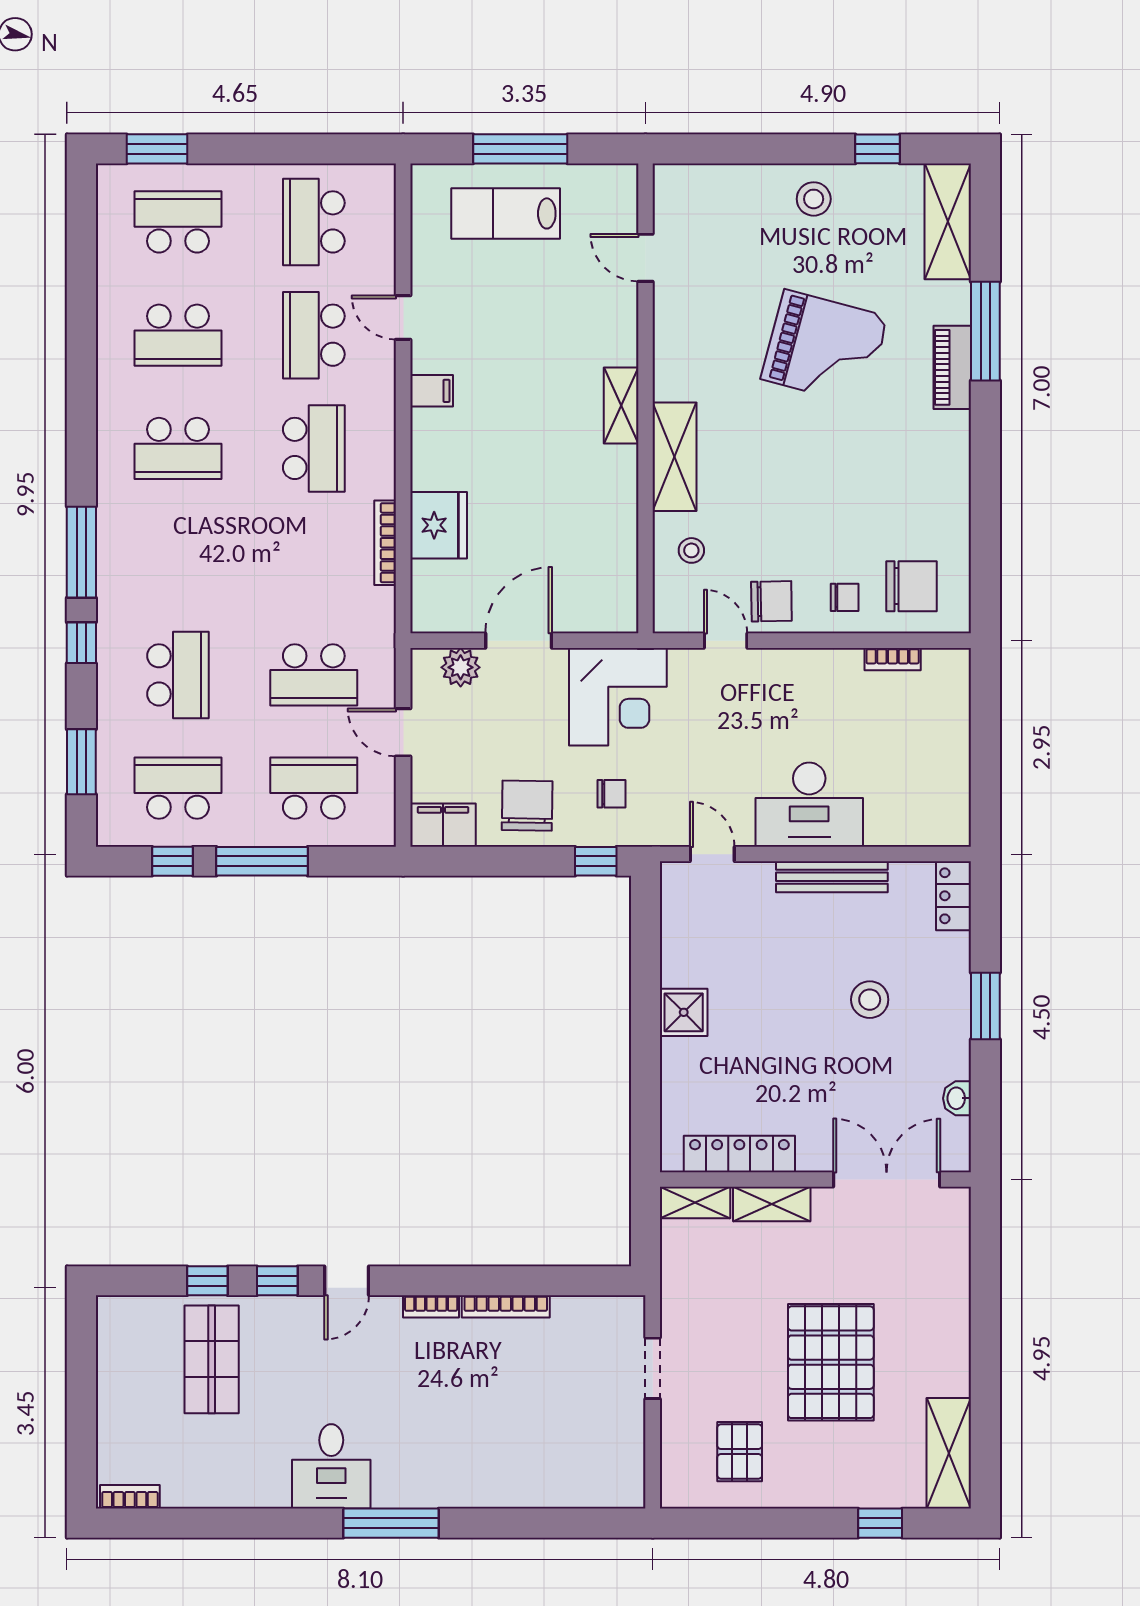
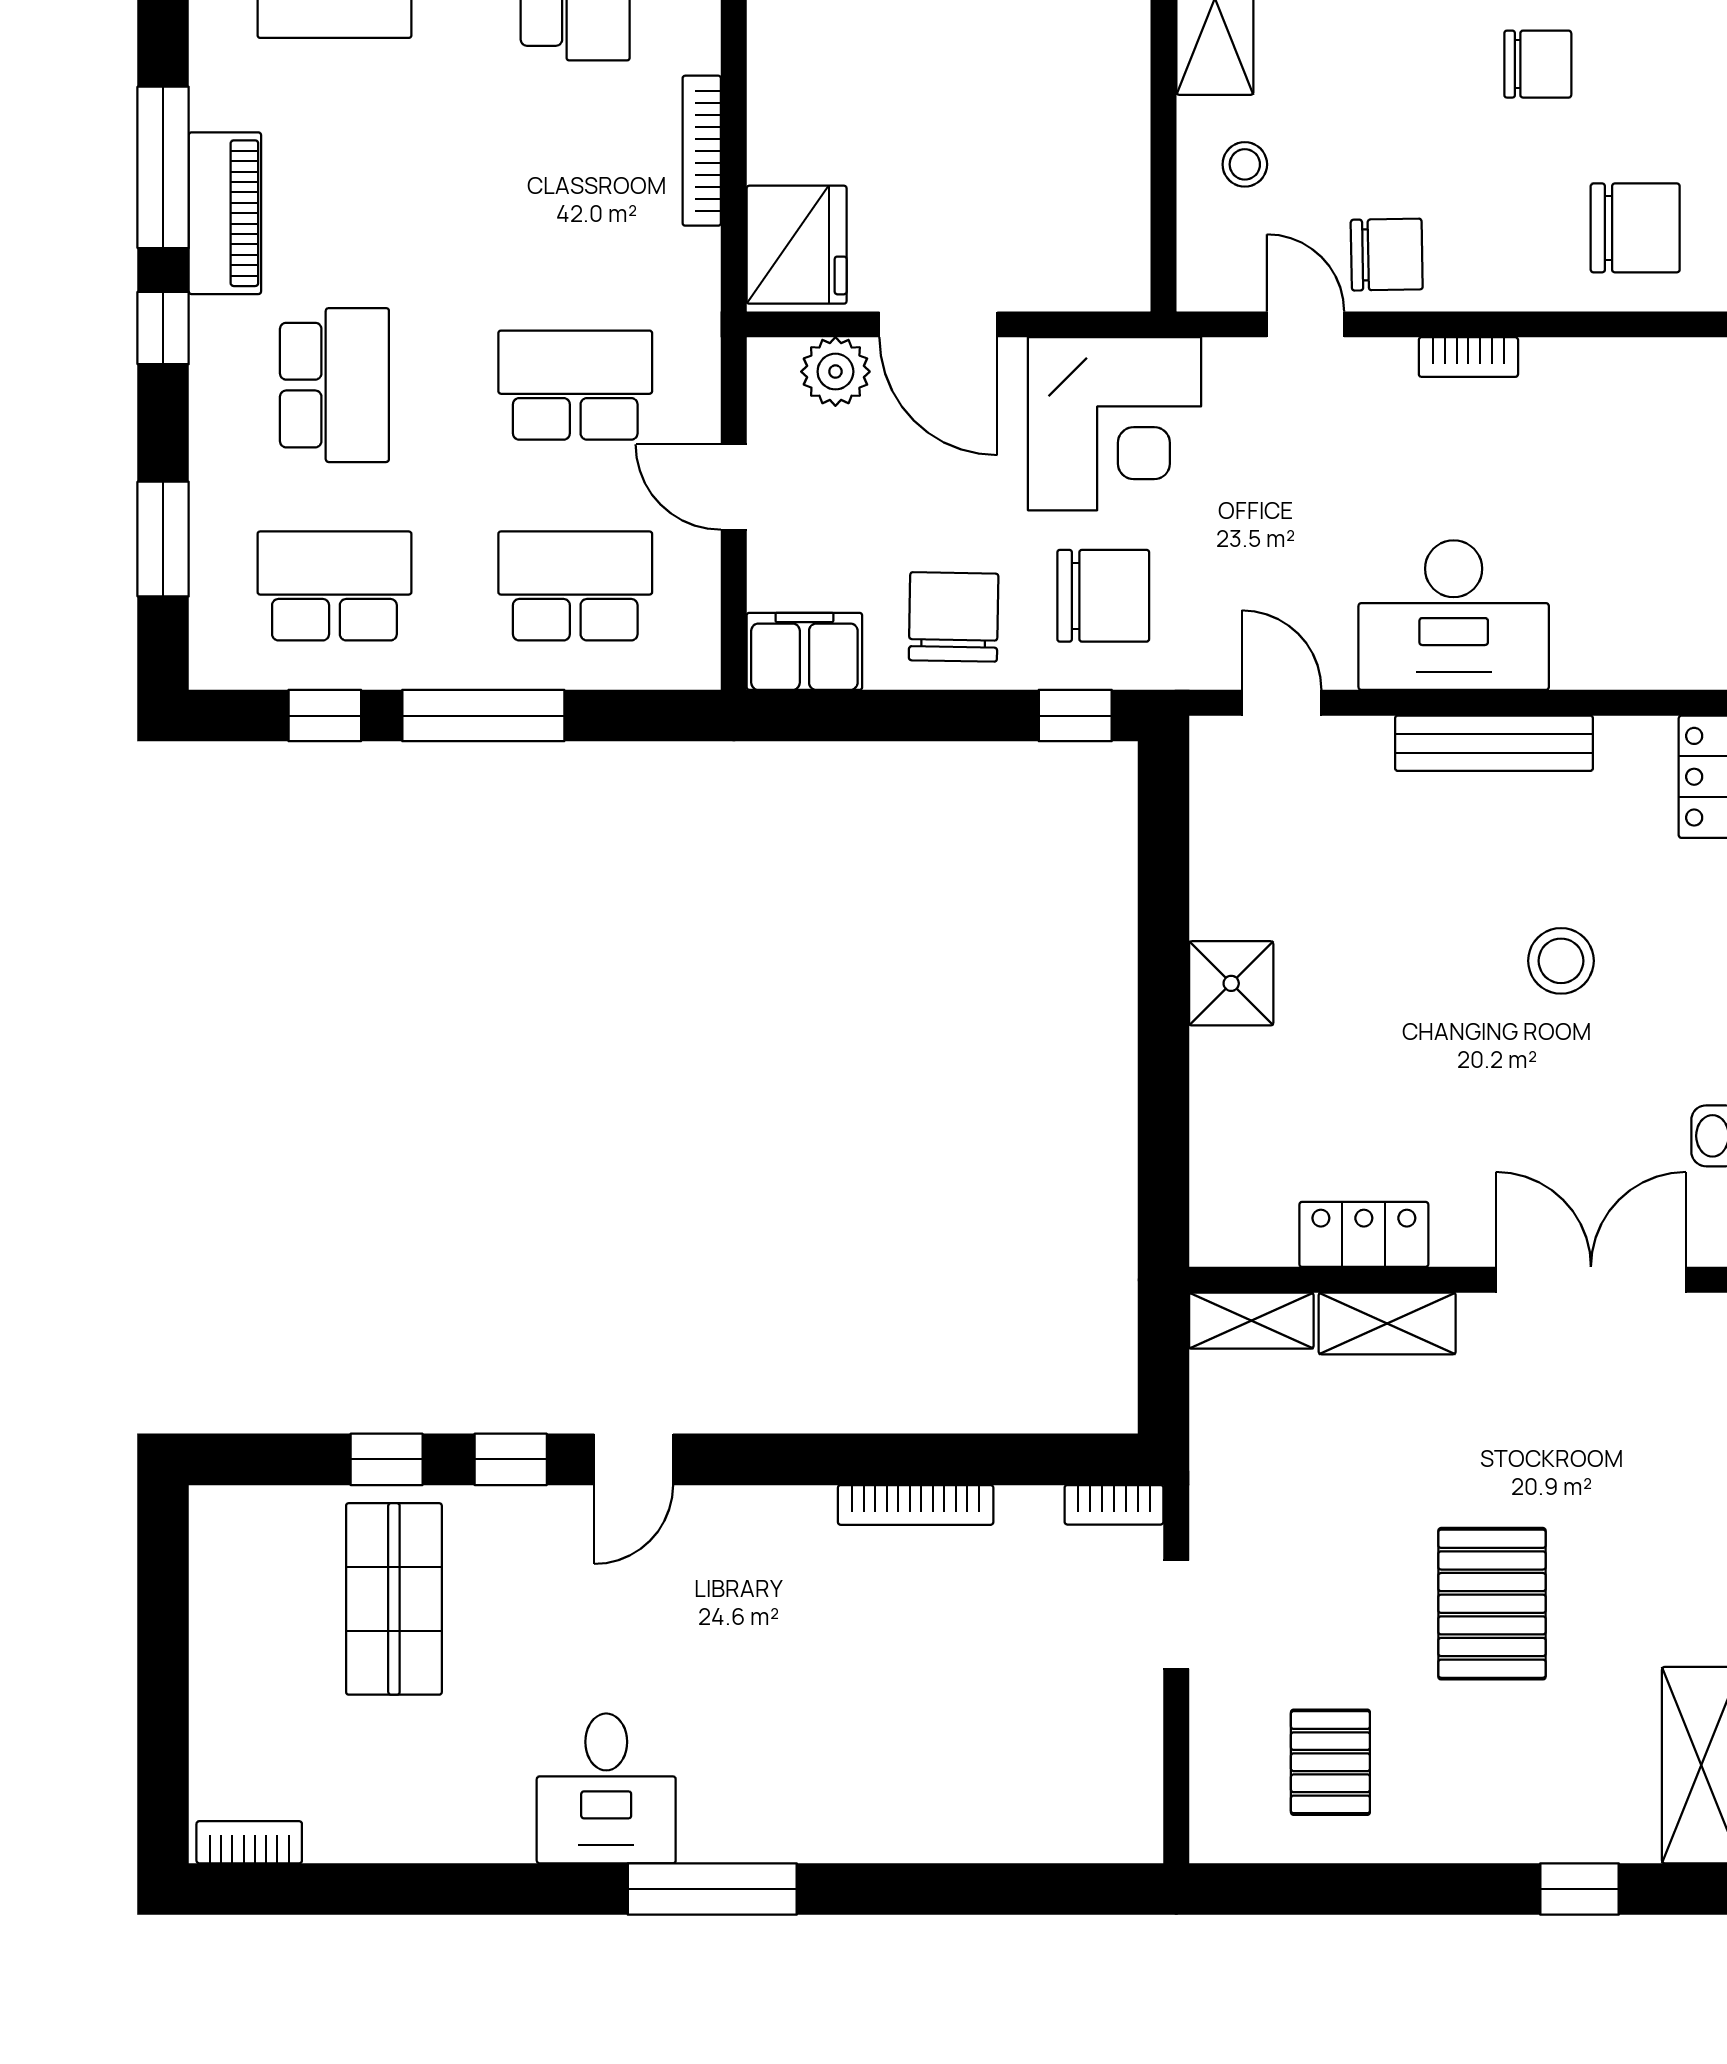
fridge: (439, 525) -> (797, 245), moved
piano: (116, 578) -> (225, 213), added
chair: (845, 597) -> (1538, 64), moved, width x1.37, depth x1.37
door: (519, 641) -> (938, 324), swing flipped
bookcase: (893, 659) -> (1468, 357), moved
school desk: (314, 675) -> (575, 385), turned 180
chair: (612, 794) -> (1103, 596), width x1.87, depth x1.87
locker: (739, 1154) -> (1364, 1234), width x0.66
bookcase: (431, 1306) -> (1114, 1505), moved
pallet: (831, 1362) -> (1492, 1604), width x0.73, depth x0.71

